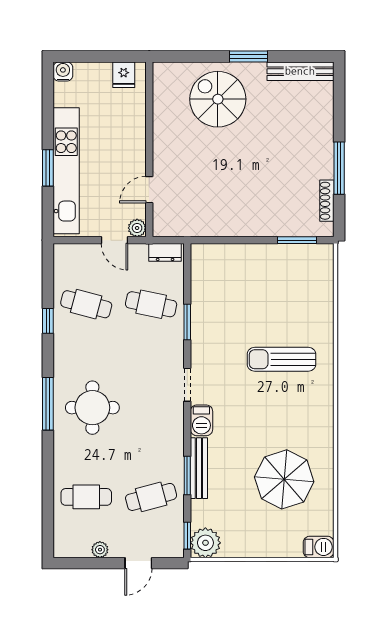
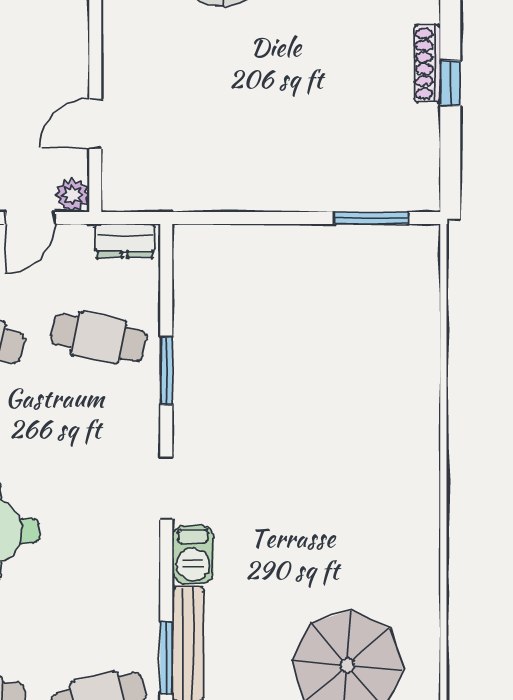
window: (339, 168) -> (450, 83), width x0.46
shoe rack: (327, 201) -> (427, 63), moved
door: (114, 240) -> (30, 218), hinge flipped
sun lounger: (281, 359) -> (342, 441), removed

